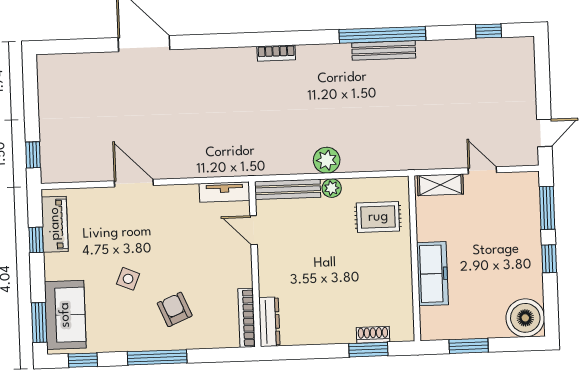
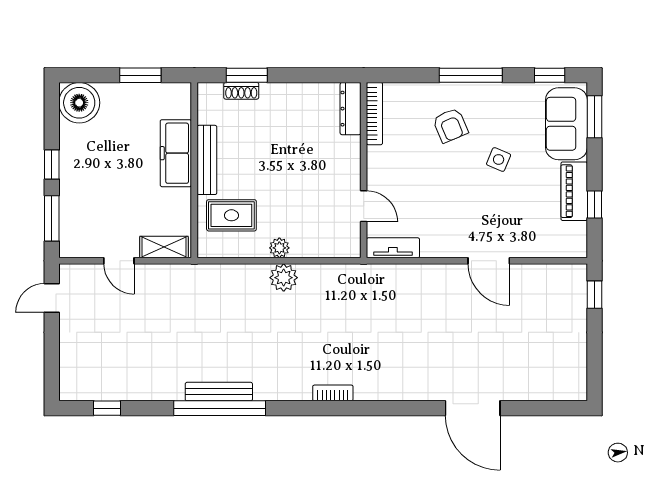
bench: (288, 189) -> (207, 160), moved, turned 90
piano: (55, 224) -> (574, 191), moved

